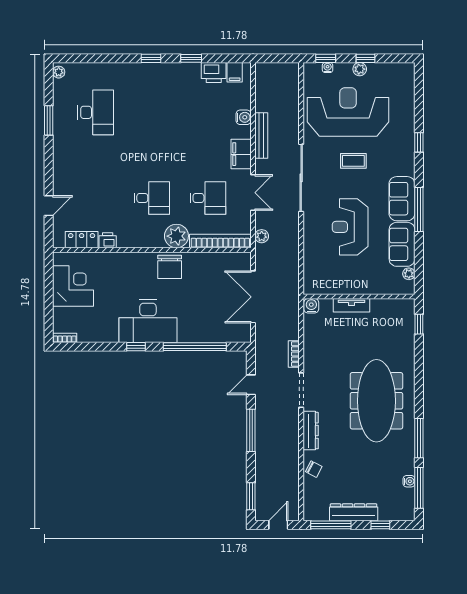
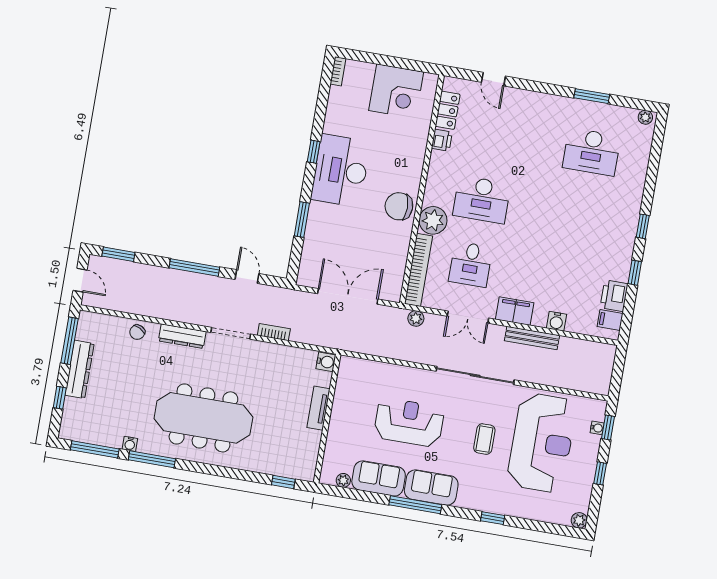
plant: (360, 69) -> (579, 520), moved
desk: (152, 198) -> (482, 200), width x1.37
window: (195, 347) -> (302, 219), width x0.47
water cooler: (409, 481) -> (130, 444), moved

